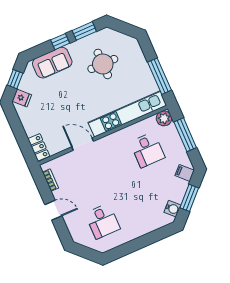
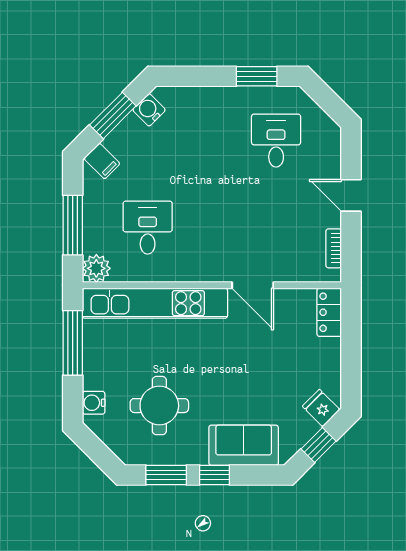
water cooler: (136, 51) -> (94, 403), added
window: (126, 249) -> (257, 76), added

